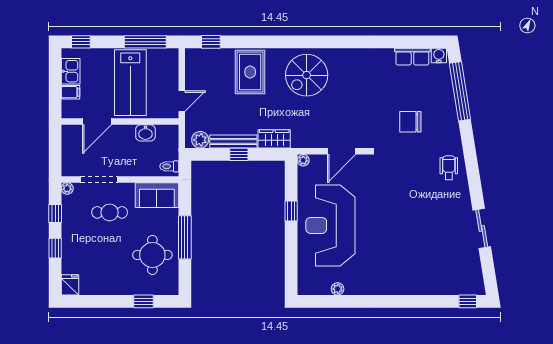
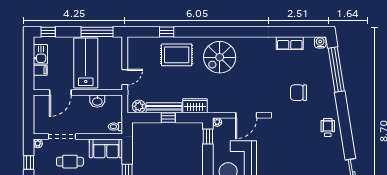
window: (211, 42) -> (167, 32), moved
row of seats: (412, 57) -> (290, 43), moved
rug: (250, 72) -> (177, 55), turned 90
lab bench: (130, 83) -> (86, 63), turned 180
window: (291, 211) -> (208, 137), moved

